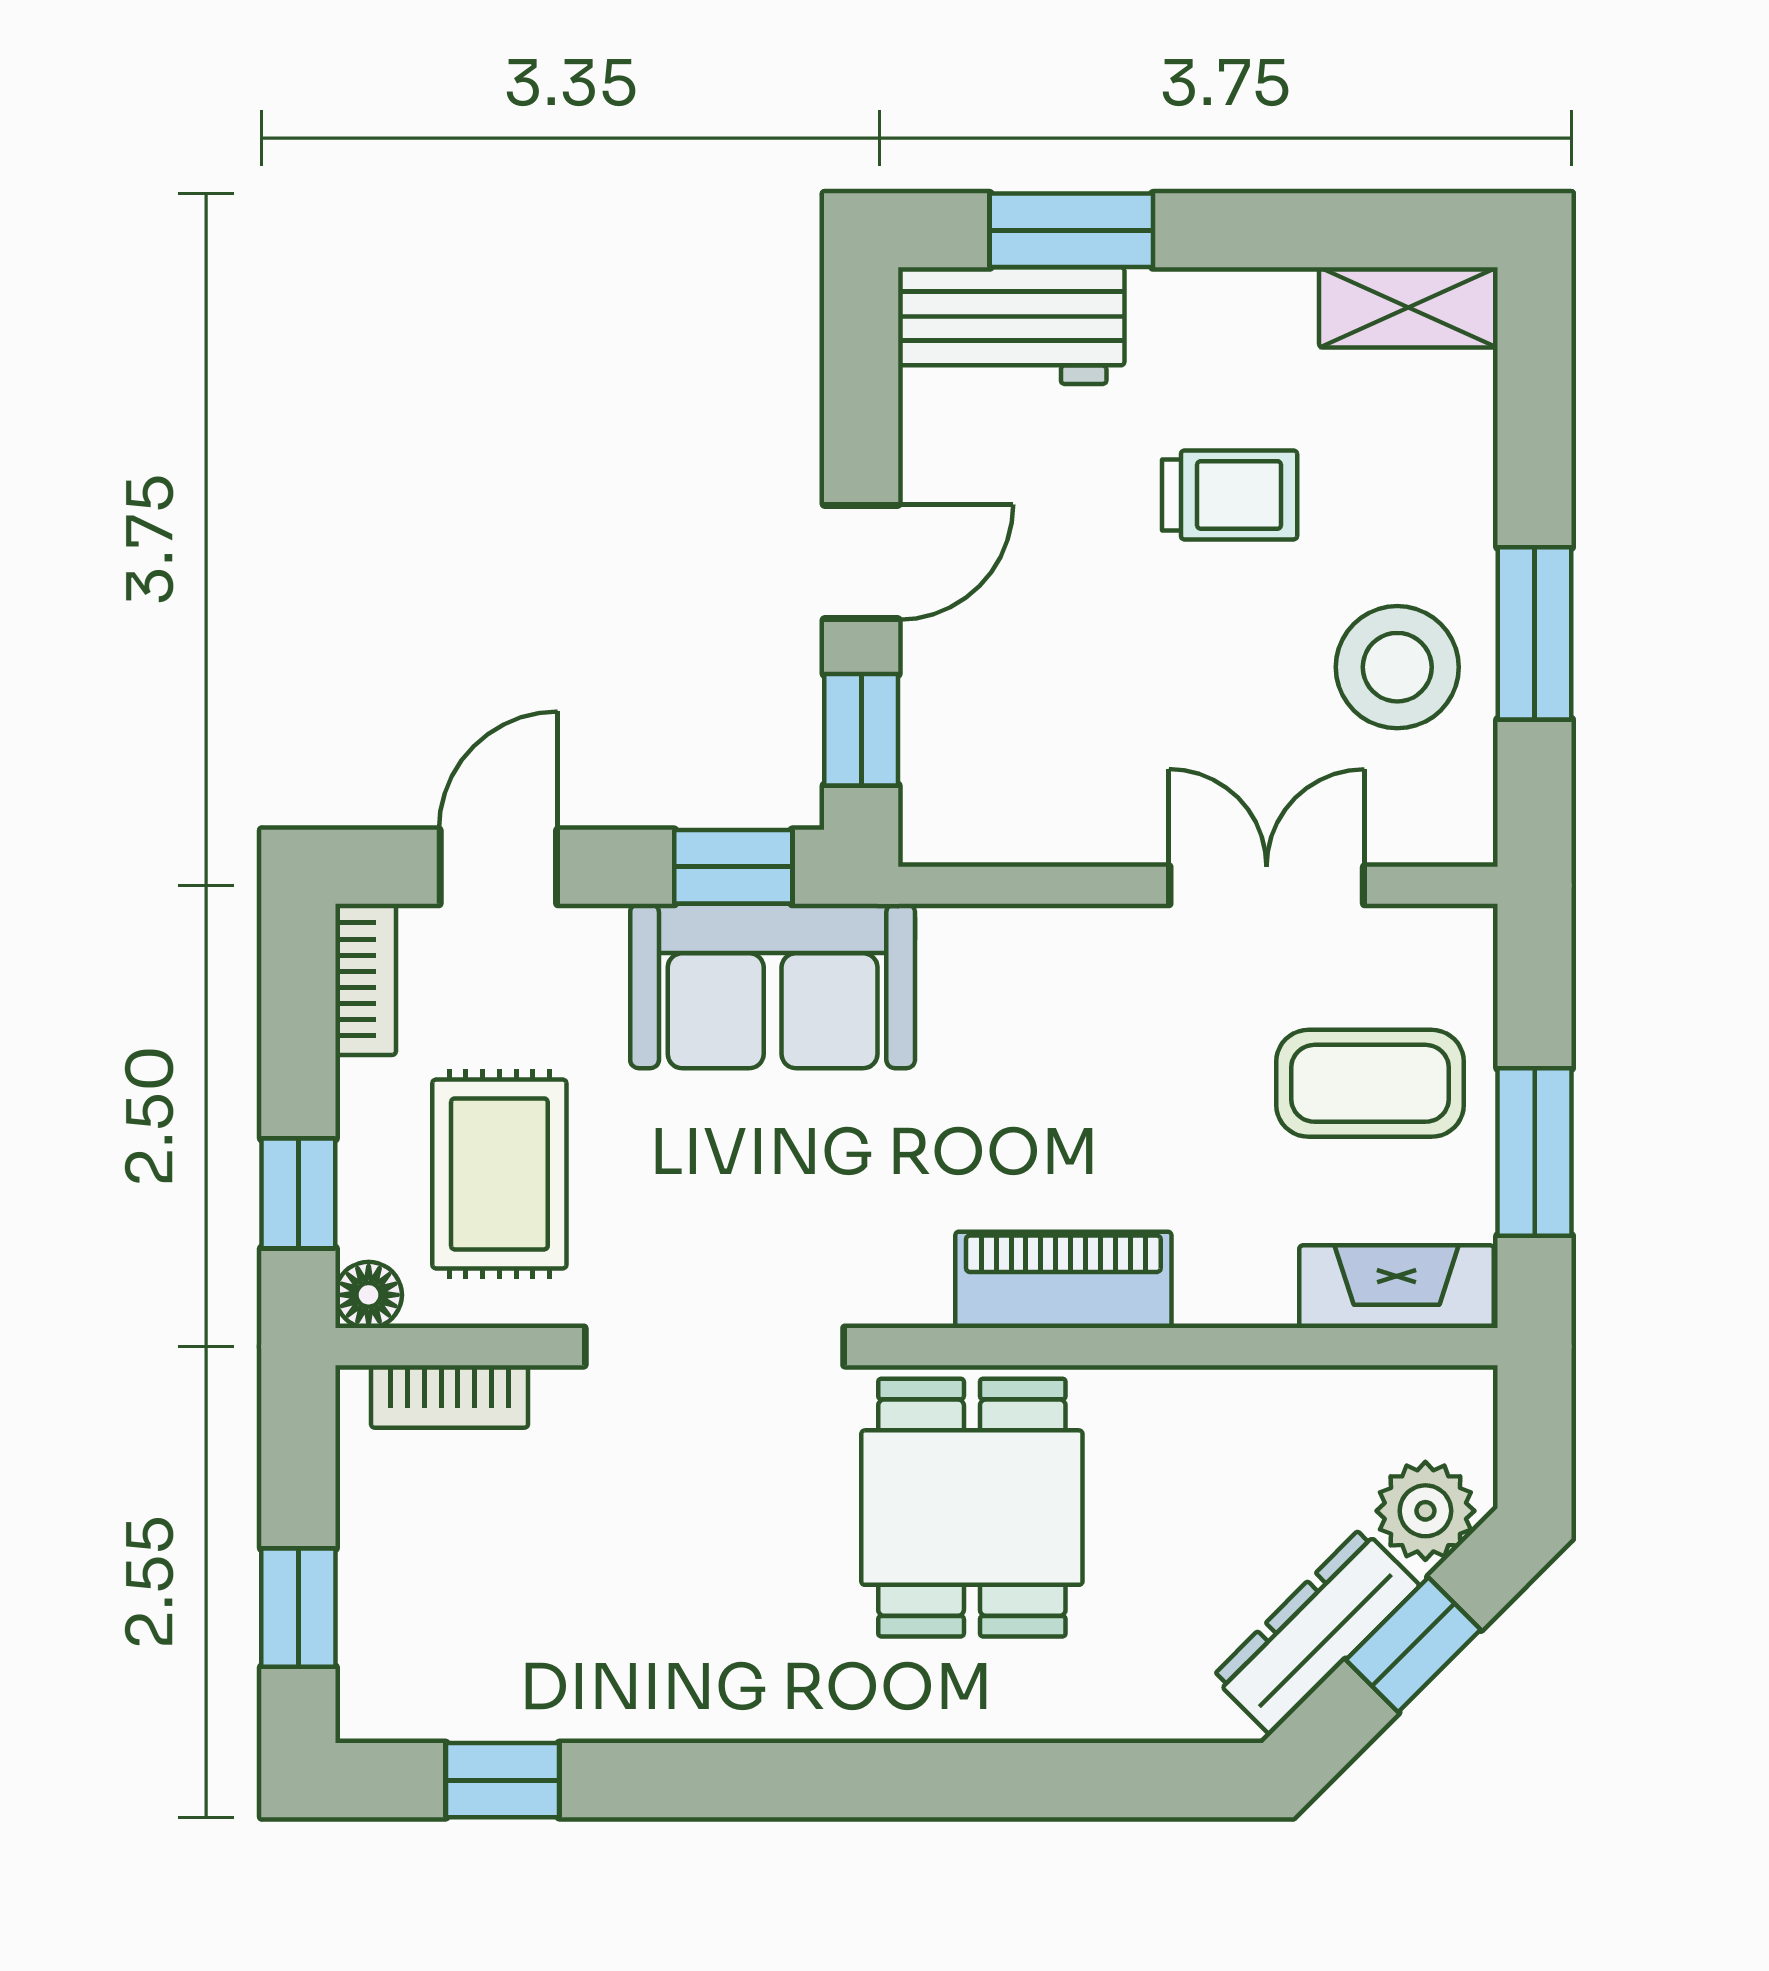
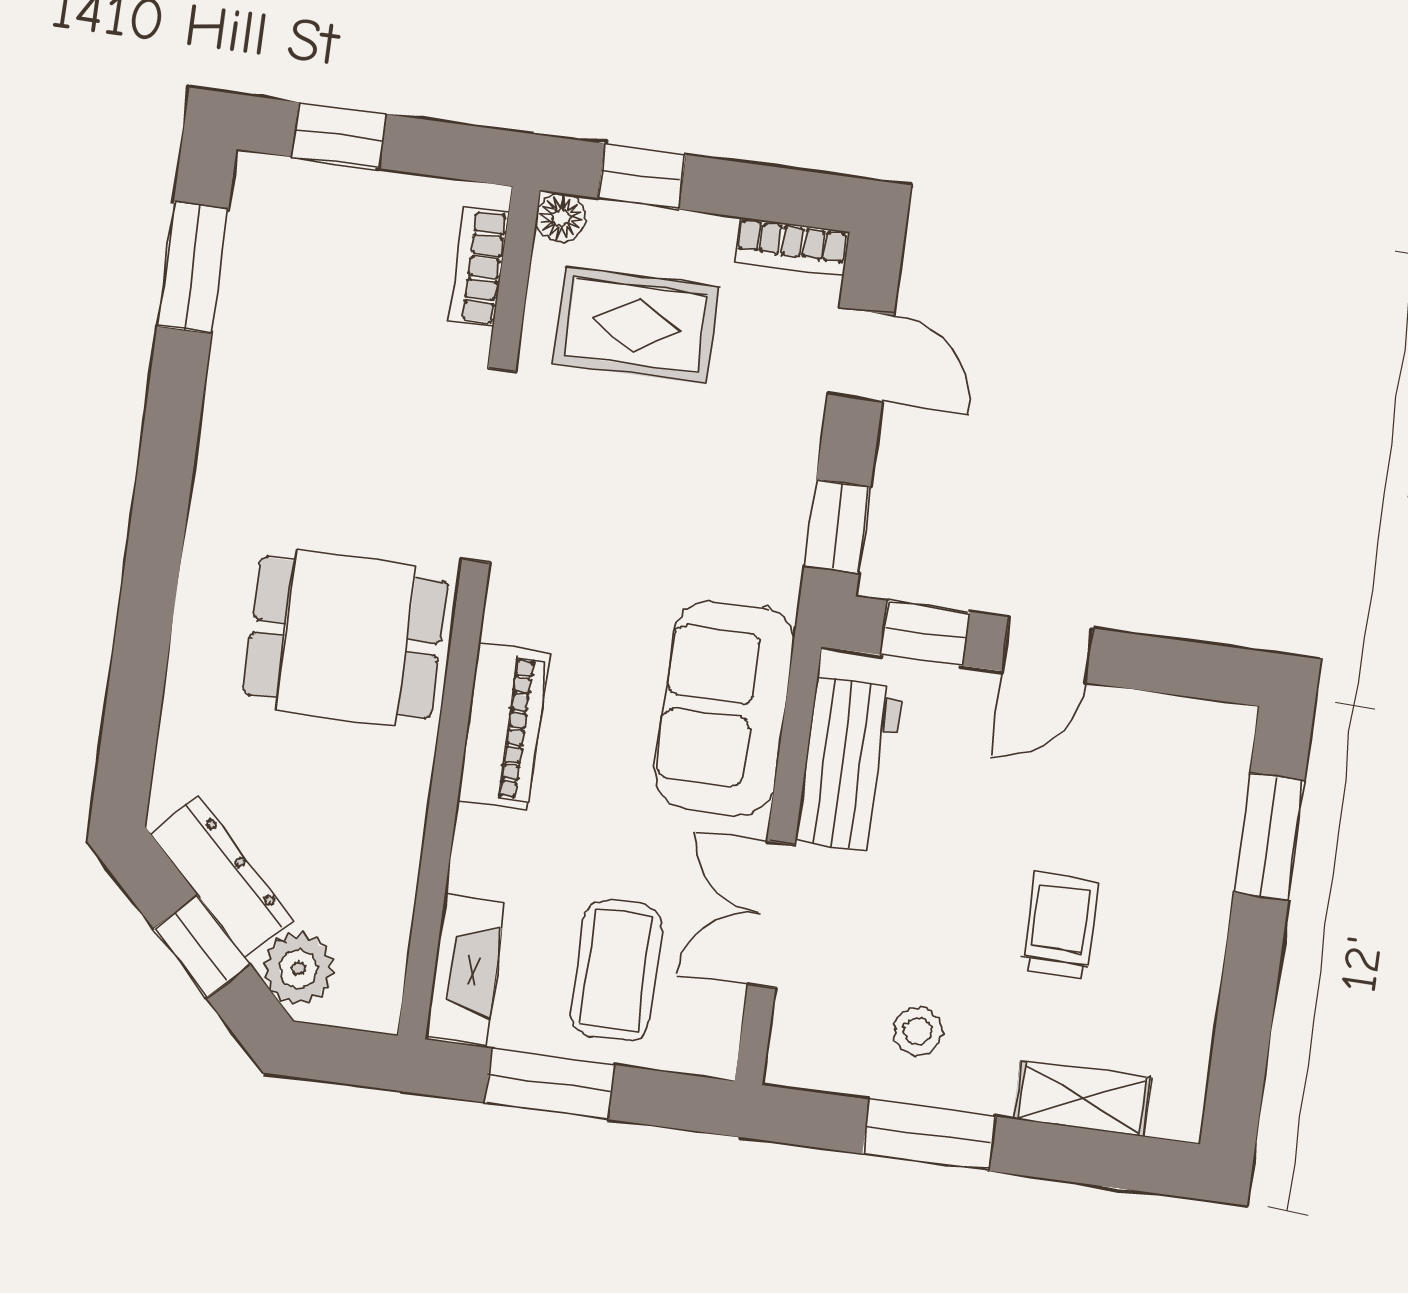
shelving: (1408, 307) -> (1082, 1098), moved, turned 90
workbench: (1011, 326) -> (849, 764), moved, turned 180
trolley: (1230, 495) -> (1060, 926), turned 180
door: (861, 562) -> (1048, 650), hinge flipped
stool: (1397, 667) -> (918, 1031), width x0.53, depth x0.53
double door: (1267, 885) -> (771, 914), swing flipped
sofa: (773, 986) -> (724, 708), moved
window: (502, 1780) -> (193, 267), width x1.50

